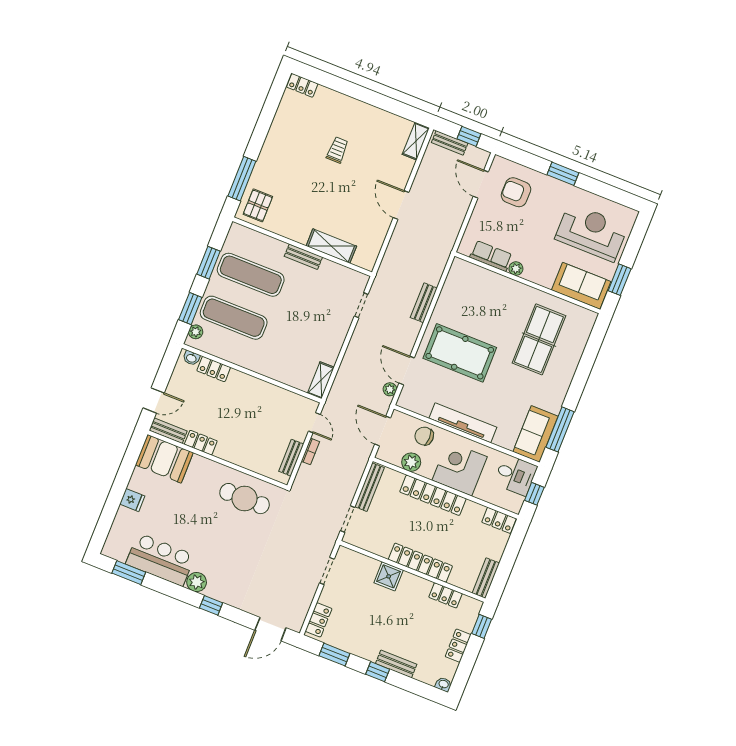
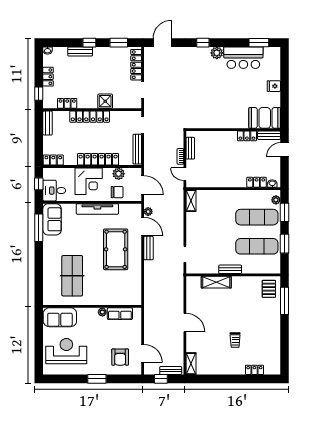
locker: (302, 85) -> (254, 370), moved
armchair: (516, 192) -> (120, 357), turned 90
reception desk: (591, 232) -> (66, 351), turned 180
window: (620, 280) -> (39, 330), removed
bench: (424, 303) -> (148, 248), moved
pool table: (460, 353) -> (116, 249), turned 90
cafe table: (245, 499) -> (208, 113), removed
locker: (319, 620) -> (136, 65), width x1.53

